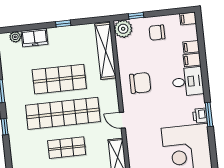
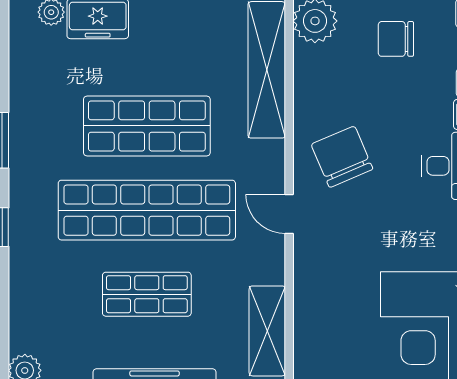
chair: (140, 83) -> (342, 157), turned -113
door: (122, 120) -> (289, 214), moved

